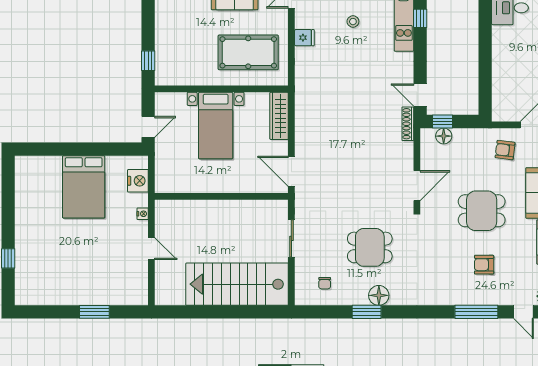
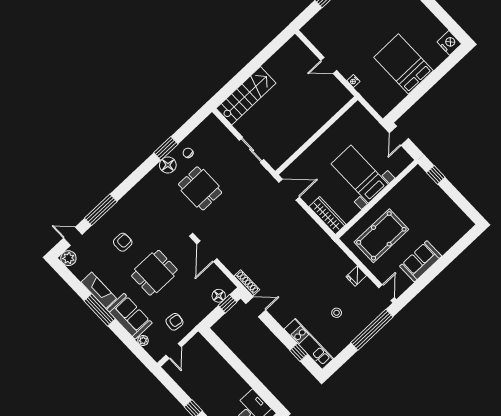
nightstand: (138, 181) -> (449, 43), moved, turned 180
dining table: (370, 247) -> (200, 188), turned 90
chair: (325, 283) -> (188, 153), moved
stairs: (237, 284) -> (246, 96), width x0.73, depth x0.66

